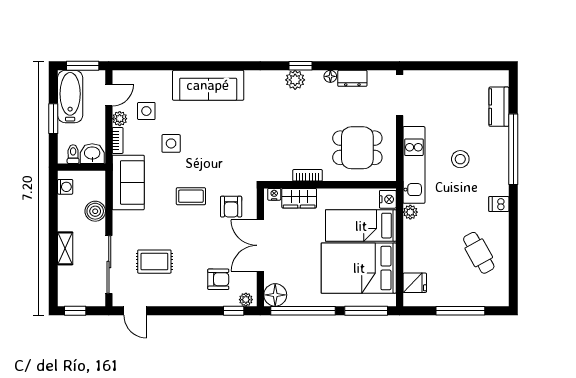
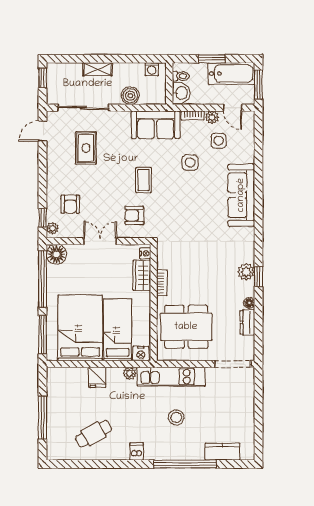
dining table: (357, 148) -> (186, 327), width x1.38
double door: (260, 245) -> (100, 241), width x0.73
fridge: (415, 283) -> (97, 377), moved

